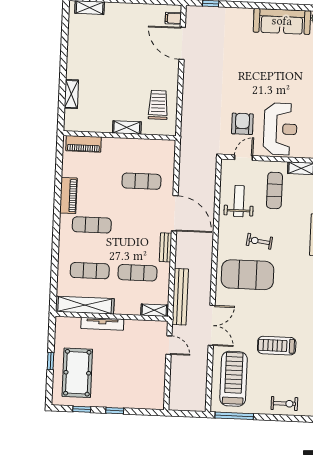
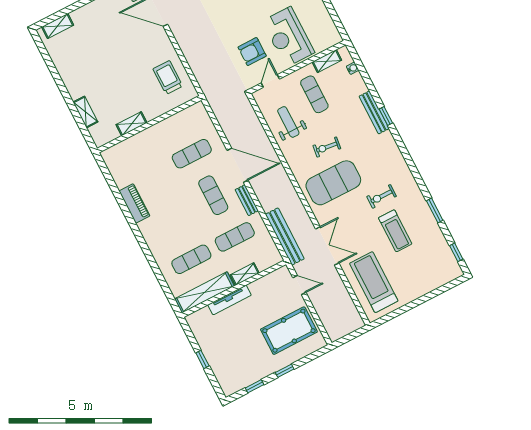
armchair: (242, 124) -> (252, 52), turned -90
shelving: (127, 127) -> (132, 124), moved
reception desk: (280, 129) -> (288, 37), turned 180
piano: (84, 144) -> (121, 150), removed
exercise mat: (92, 225) -> (213, 195), moved, turned 90
shelving: (154, 310) -> (245, 274), moved
treadmill: (277, 346) -> (395, 231), turned -90
pool table: (77, 373) -> (289, 331), moved, turned 90
exercise bike: (284, 404) -> (382, 196), moved, turned 180
window: (234, 416) -> (393, 315), removed

